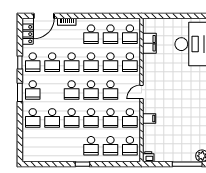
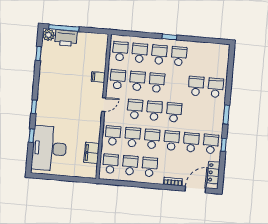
school desk: (33, 90) -> (213, 116), removed
school desk: (72, 118) -> (179, 56), moved
printer: (148, 157) -> (66, 38), moved, width x1.87, depth x1.48

